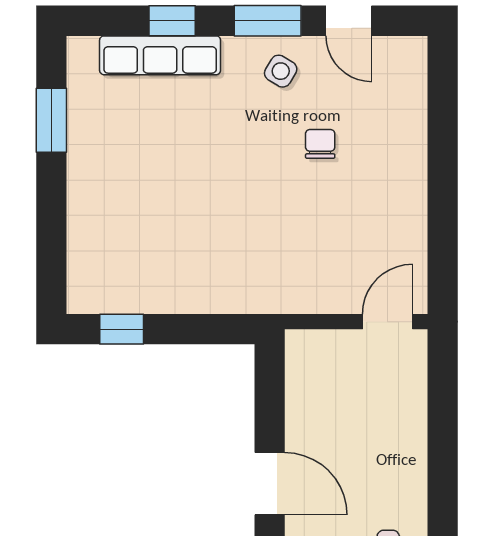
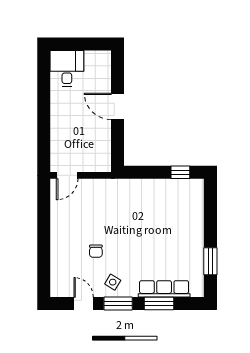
window: (172, 21) -> (159, 304), width x1.50

